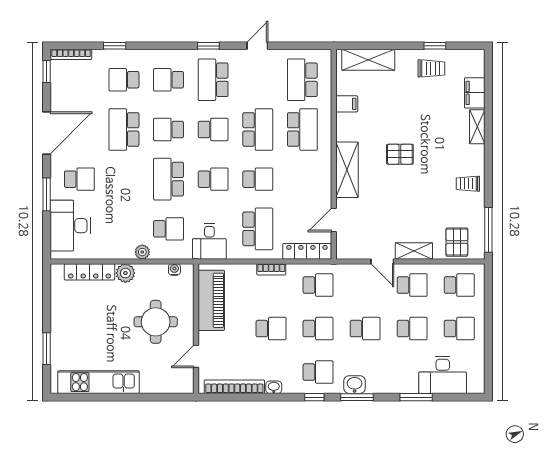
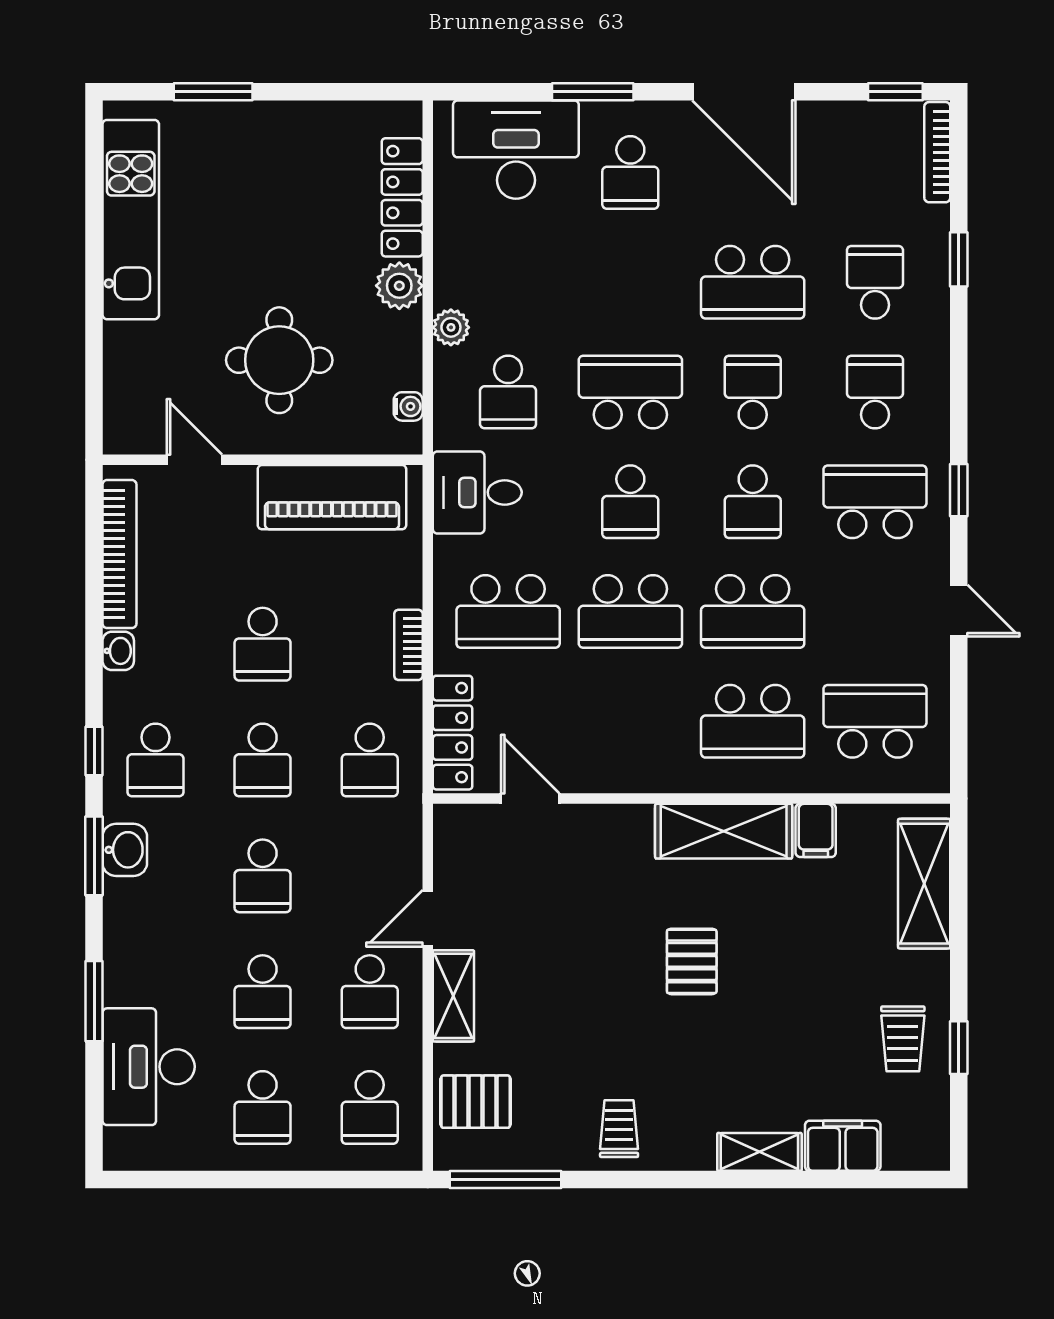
school desk: (124, 129) -> (753, 282), turned 180
shelving: (347, 170) -> (724, 831), moved
school desk: (258, 179) -> (630, 612), width x1.85

